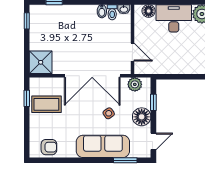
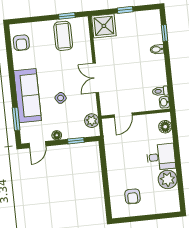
bidet: (102, 11) -> (157, 49), moved
desk: (174, 18) -> (161, 157), width x0.73
window: (27, 21) -> (125, 10), moved
double door: (92, 76) -> (96, 78), width x0.54
floor lamp: (142, 117) -> (57, 135), width x0.53, depth x0.53
door: (153, 141) -> (38, 145), hinge flipped

